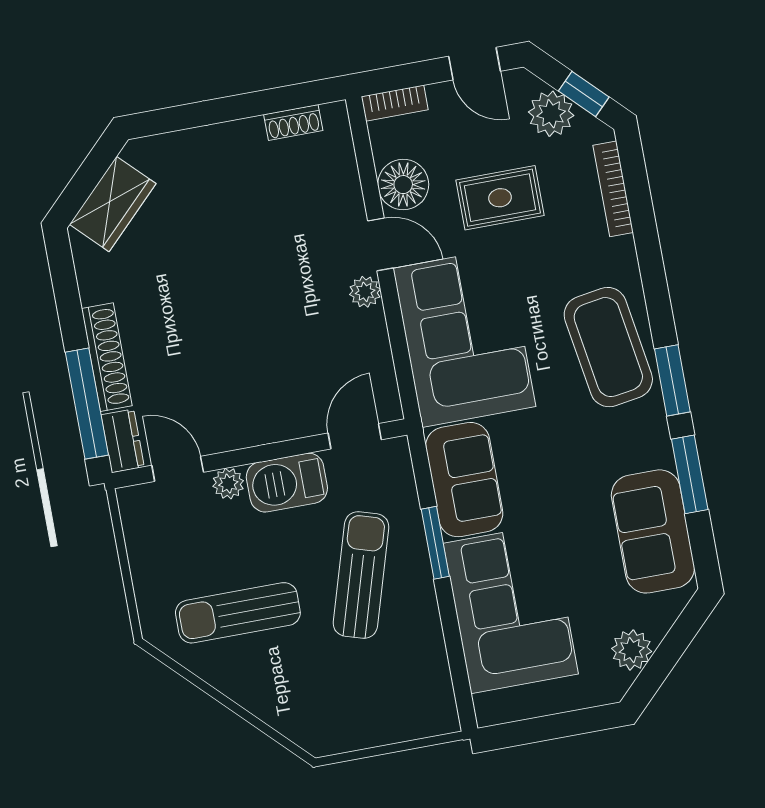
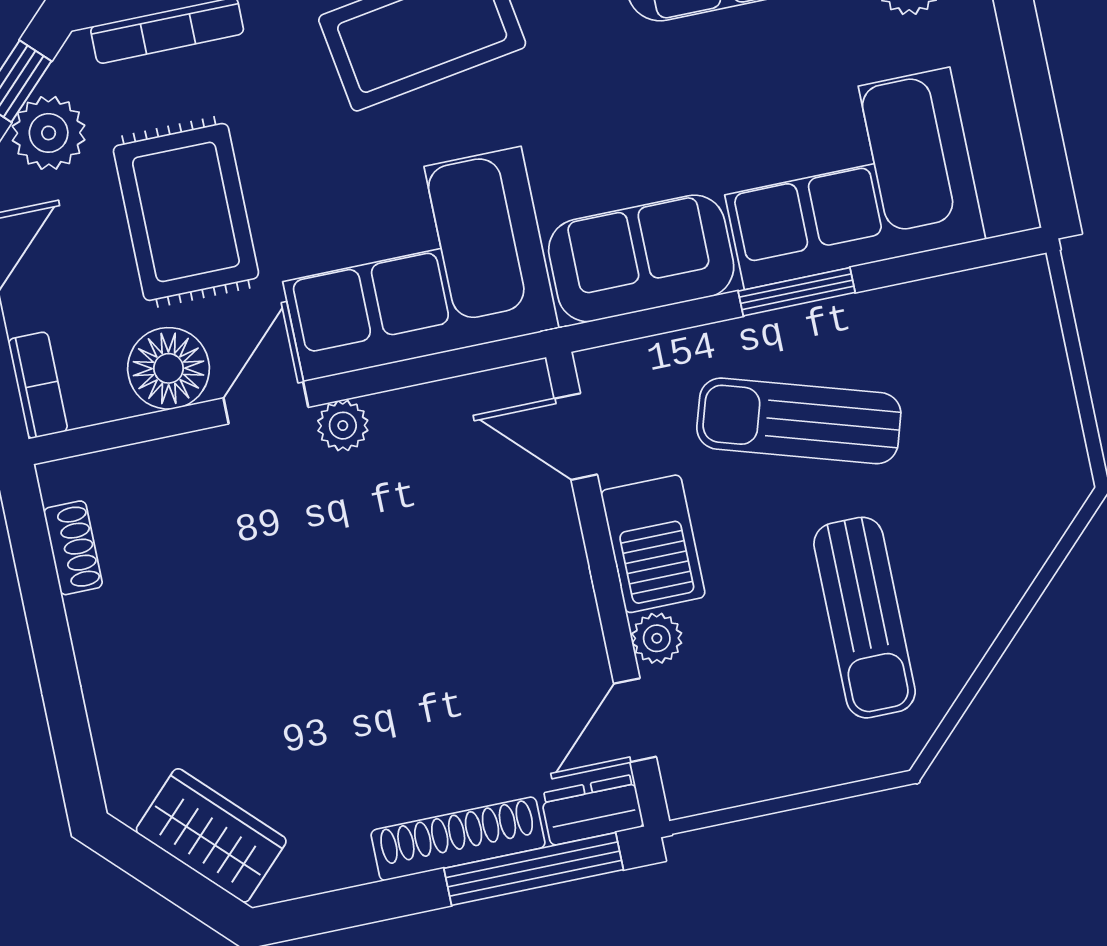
rug: (500, 198) -> (186, 212), width x1.36, depth x1.43
window: (435, 543) -> (797, 292), moved

